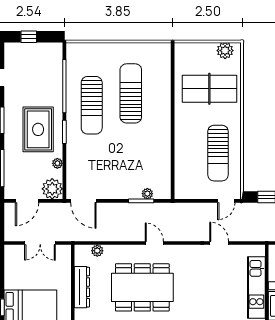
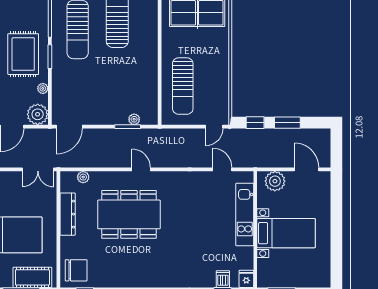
sun lounger: (218, 153) -> (183, 86), moved
door: (83, 201) -> (69, 127), hinge flipped
double door: (40, 243) -> (38, 169), moved
door: (219, 243) -> (222, 169), moved

